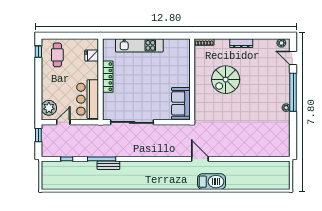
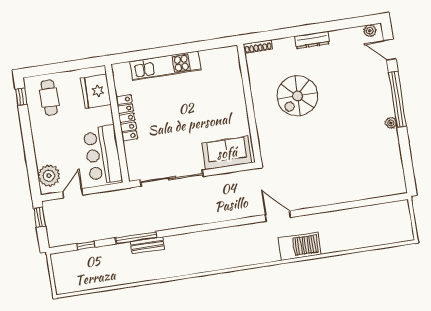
fridge: (92, 56) -> (96, 91), width x1.88, depth x1.34
sofa: (181, 103) -> (227, 153), moved, turned 90

